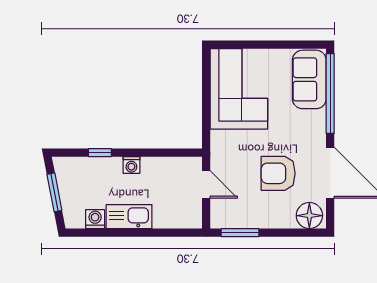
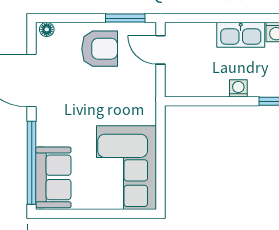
armchair: (278, 173) -> (100, 49), moved
door: (206, 184) -> (161, 50), moved
floor lamp: (309, 216) -> (47, 29), width x0.53, depth x0.53

